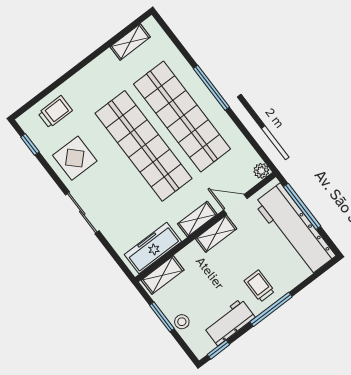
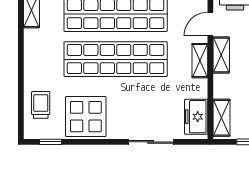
display table: (75, 158) -> (86, 117), width x1.36, depth x1.36
sliding door: (82, 213) -> (151, 142), moved
freezer: (153, 248) -> (196, 117), width x0.71

